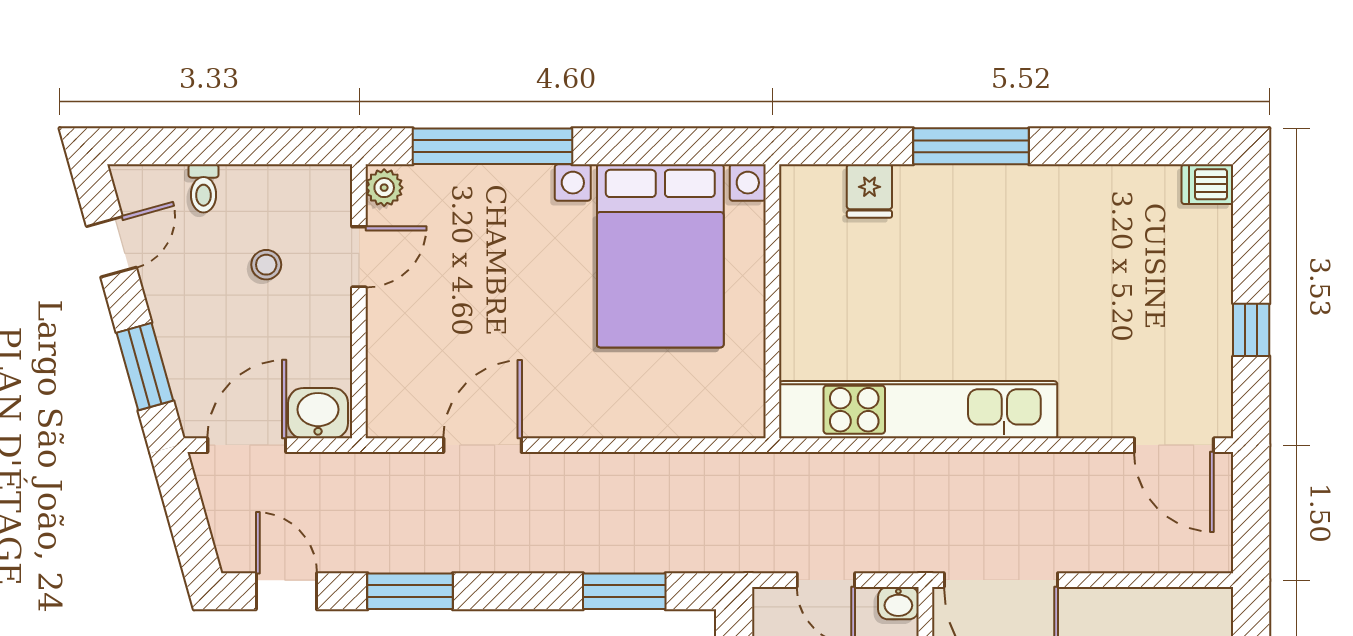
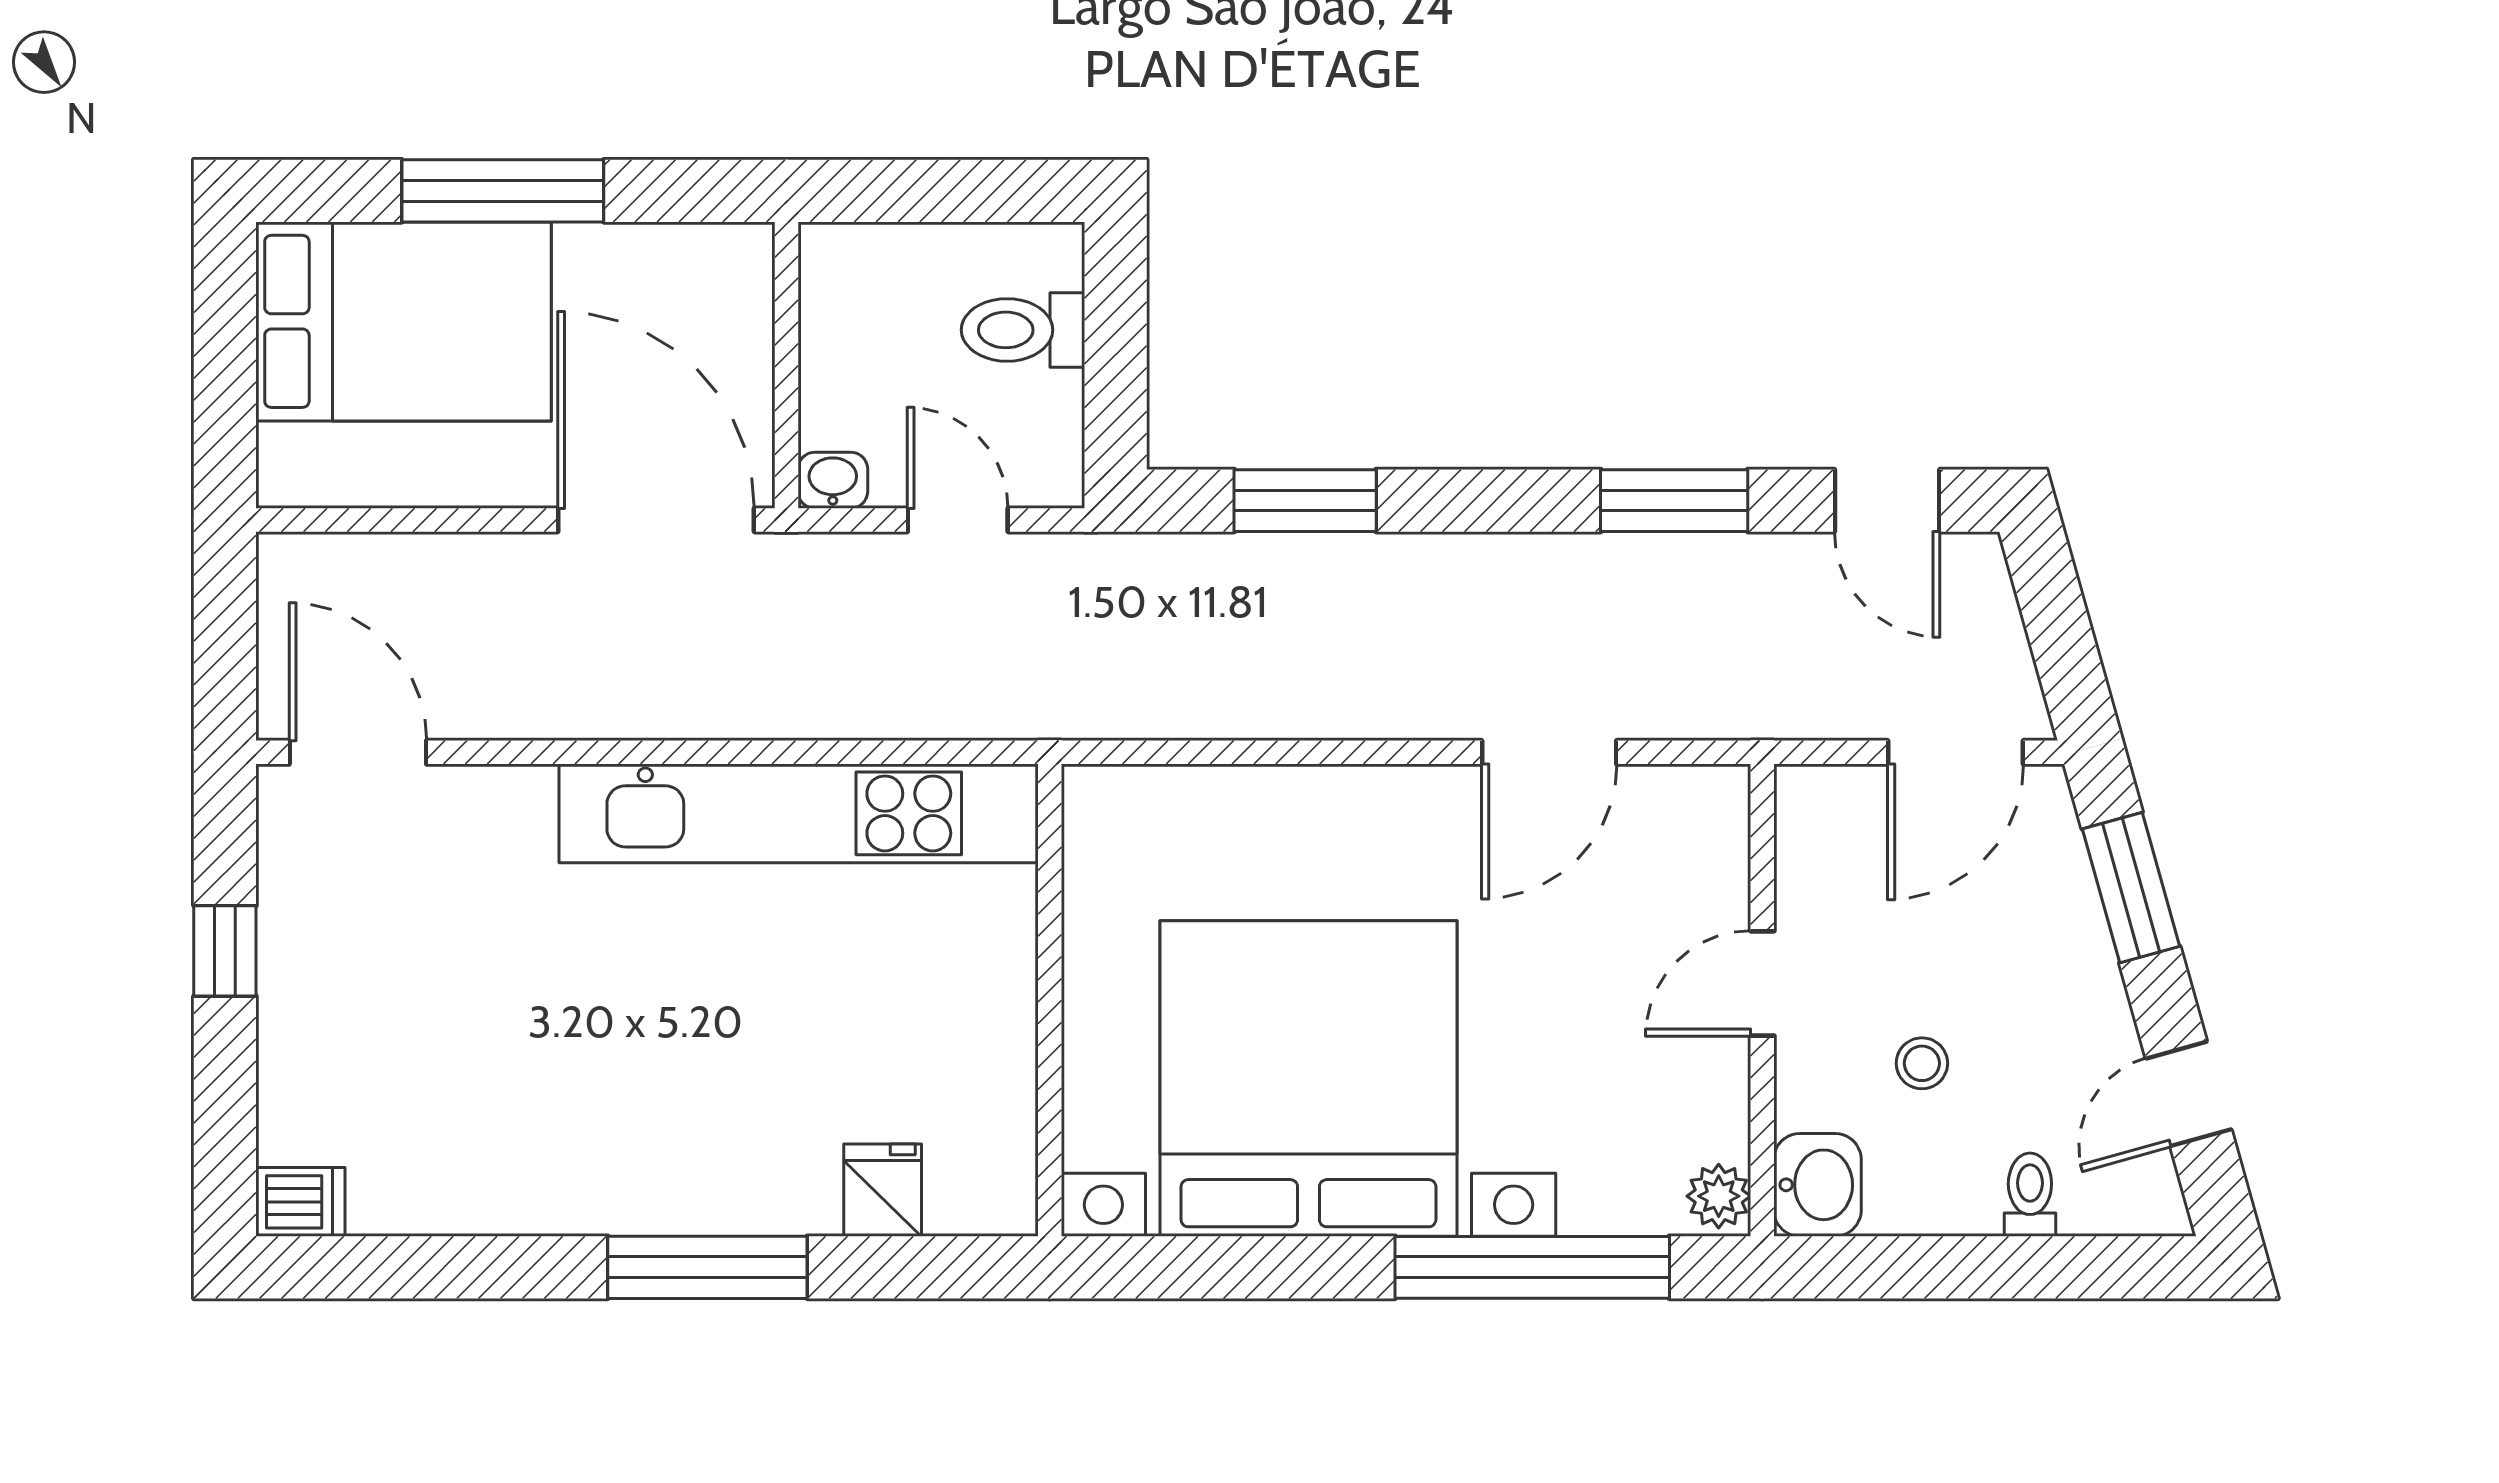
bed with nightstands: (660, 256) -> (1308, 1078), width x1.36
door: (359, 257) -> (1762, 983), moved
washbasin: (318, 413) -> (1817, 1185), moved, turned -90

